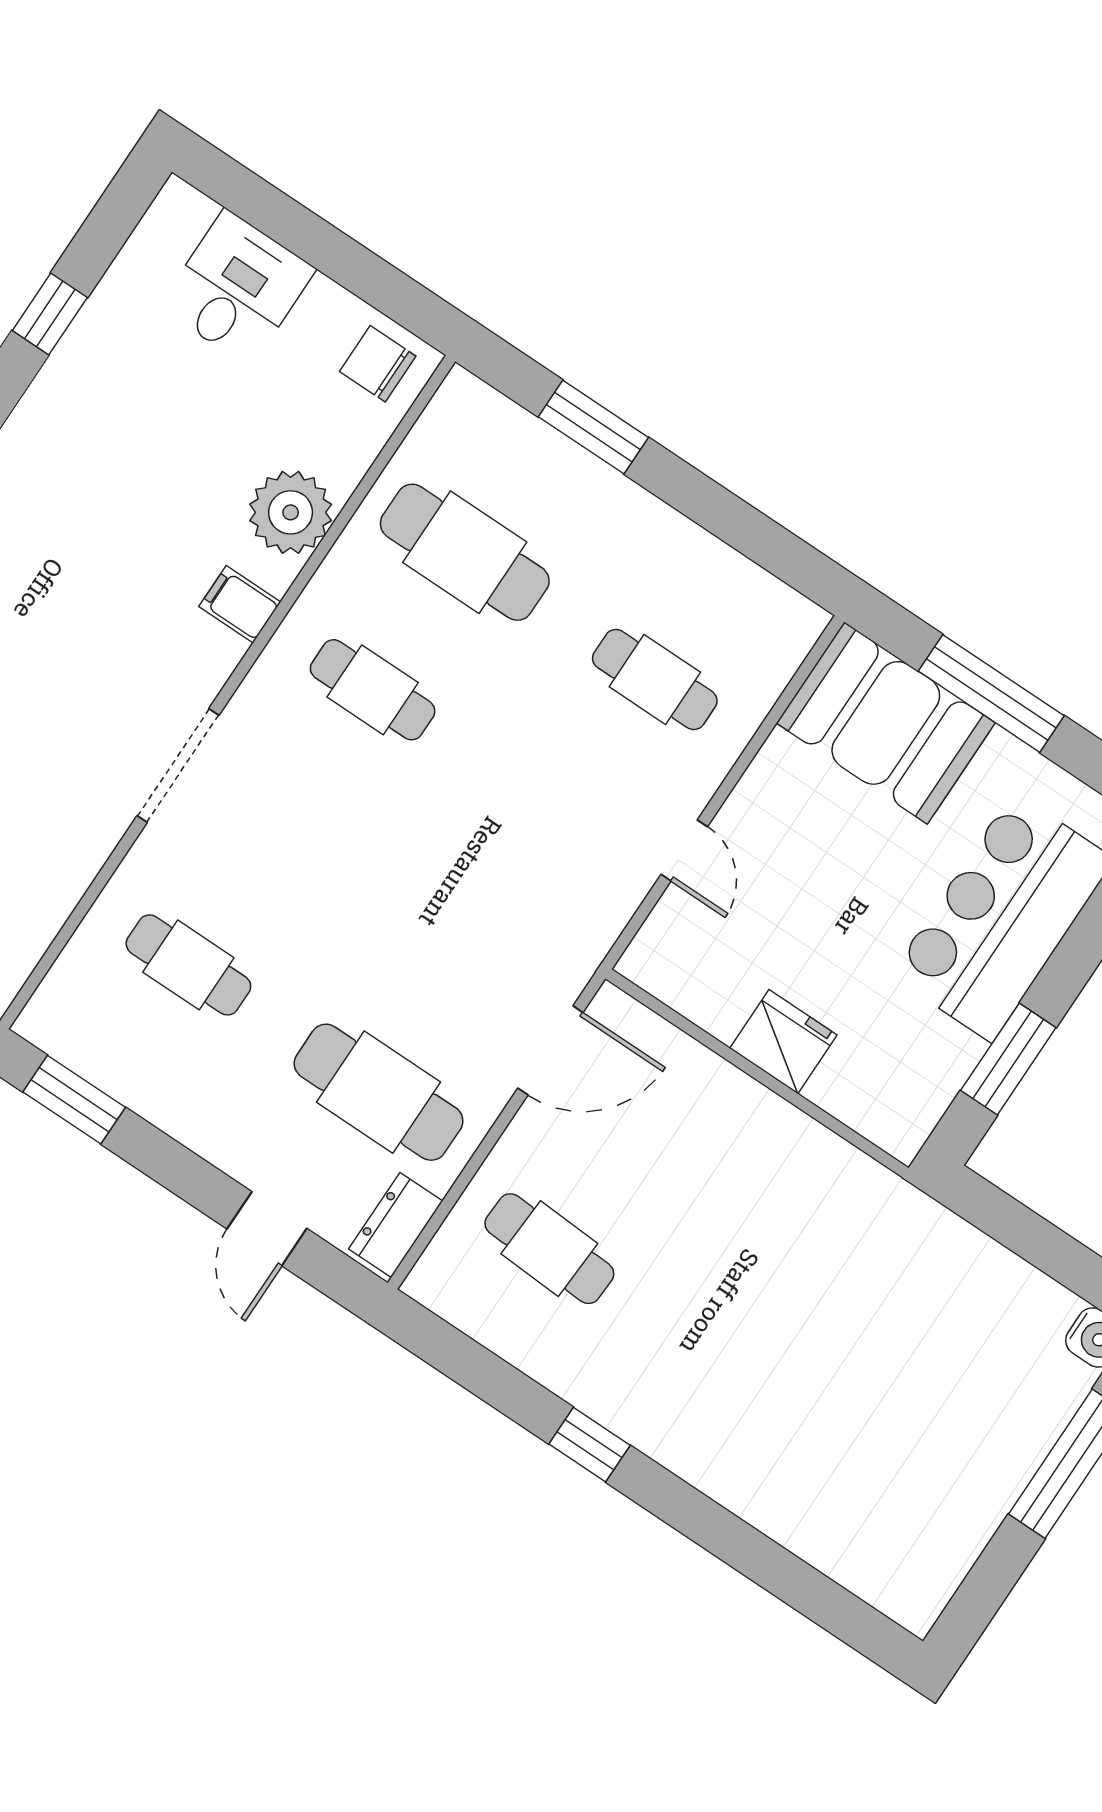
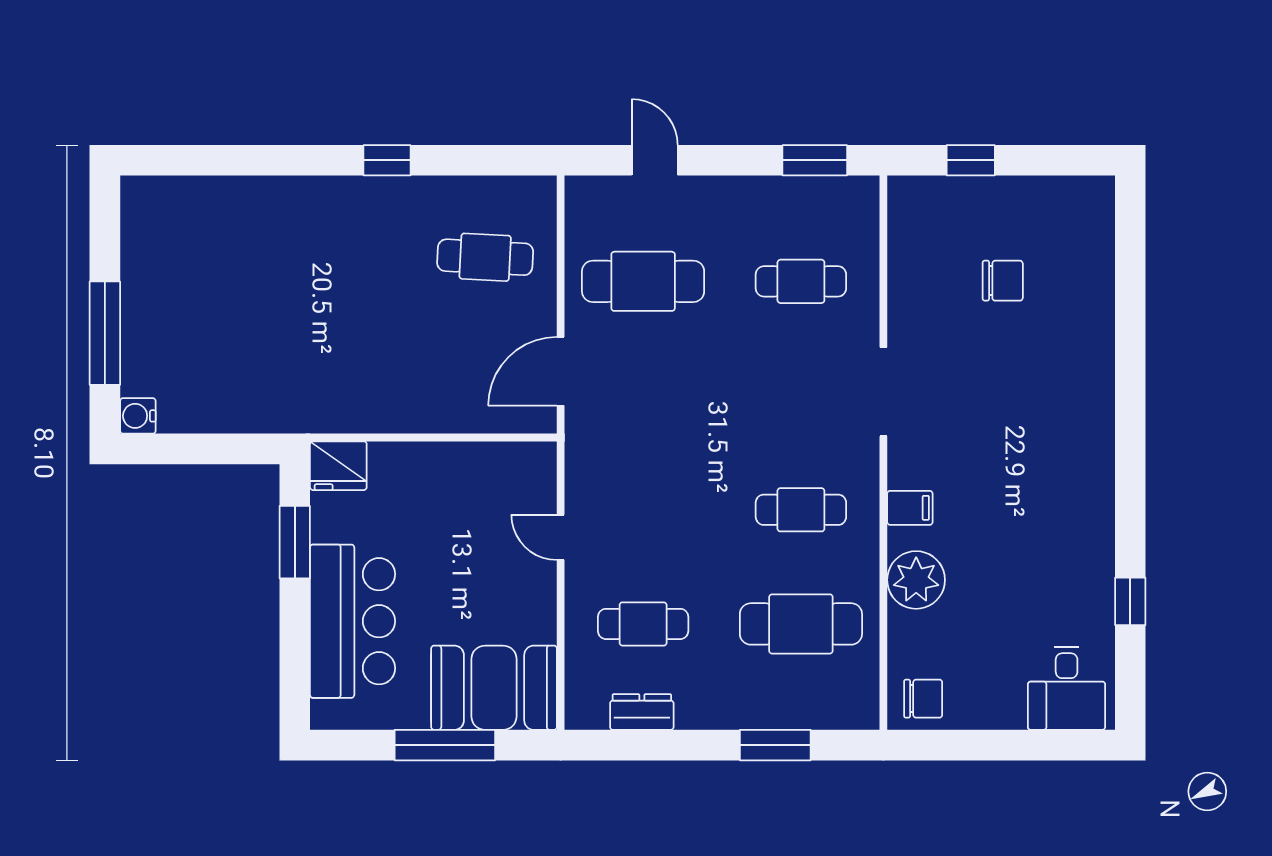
desk: (237, 288) -> (1067, 688), moved
fridge: (783, 1042) -> (338, 466), moved
dresser: (396, 1225) -> (642, 712), moved, turned -90

